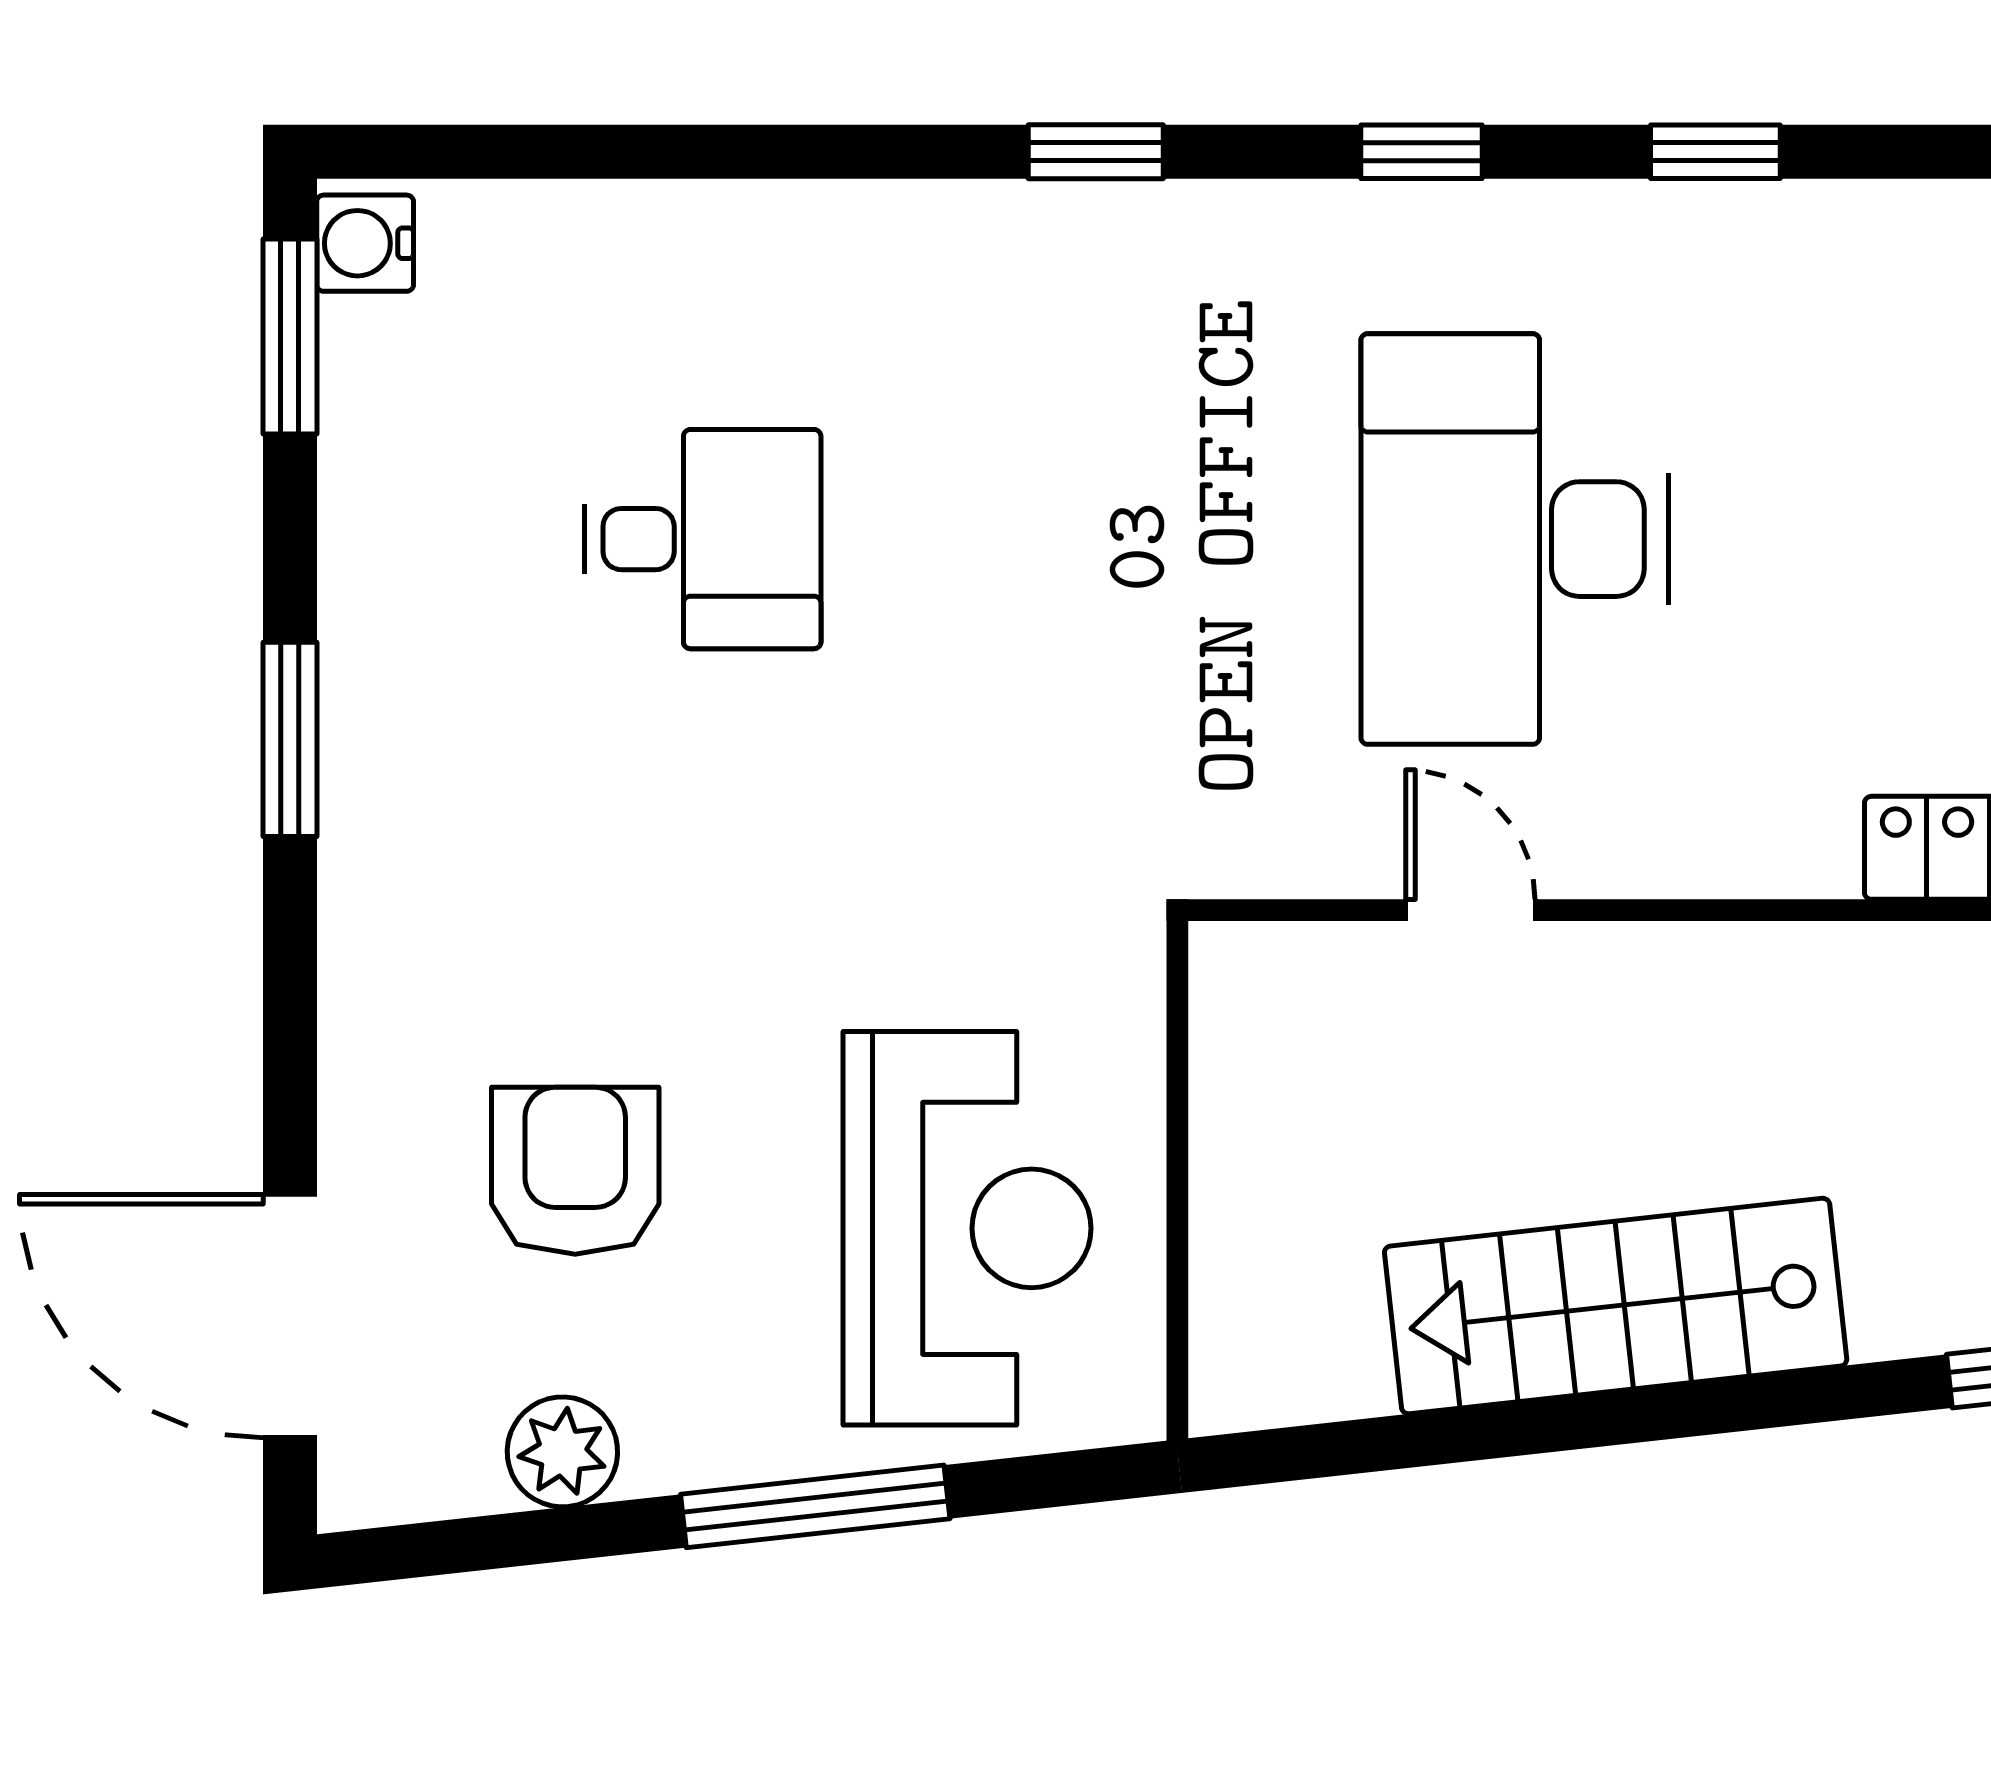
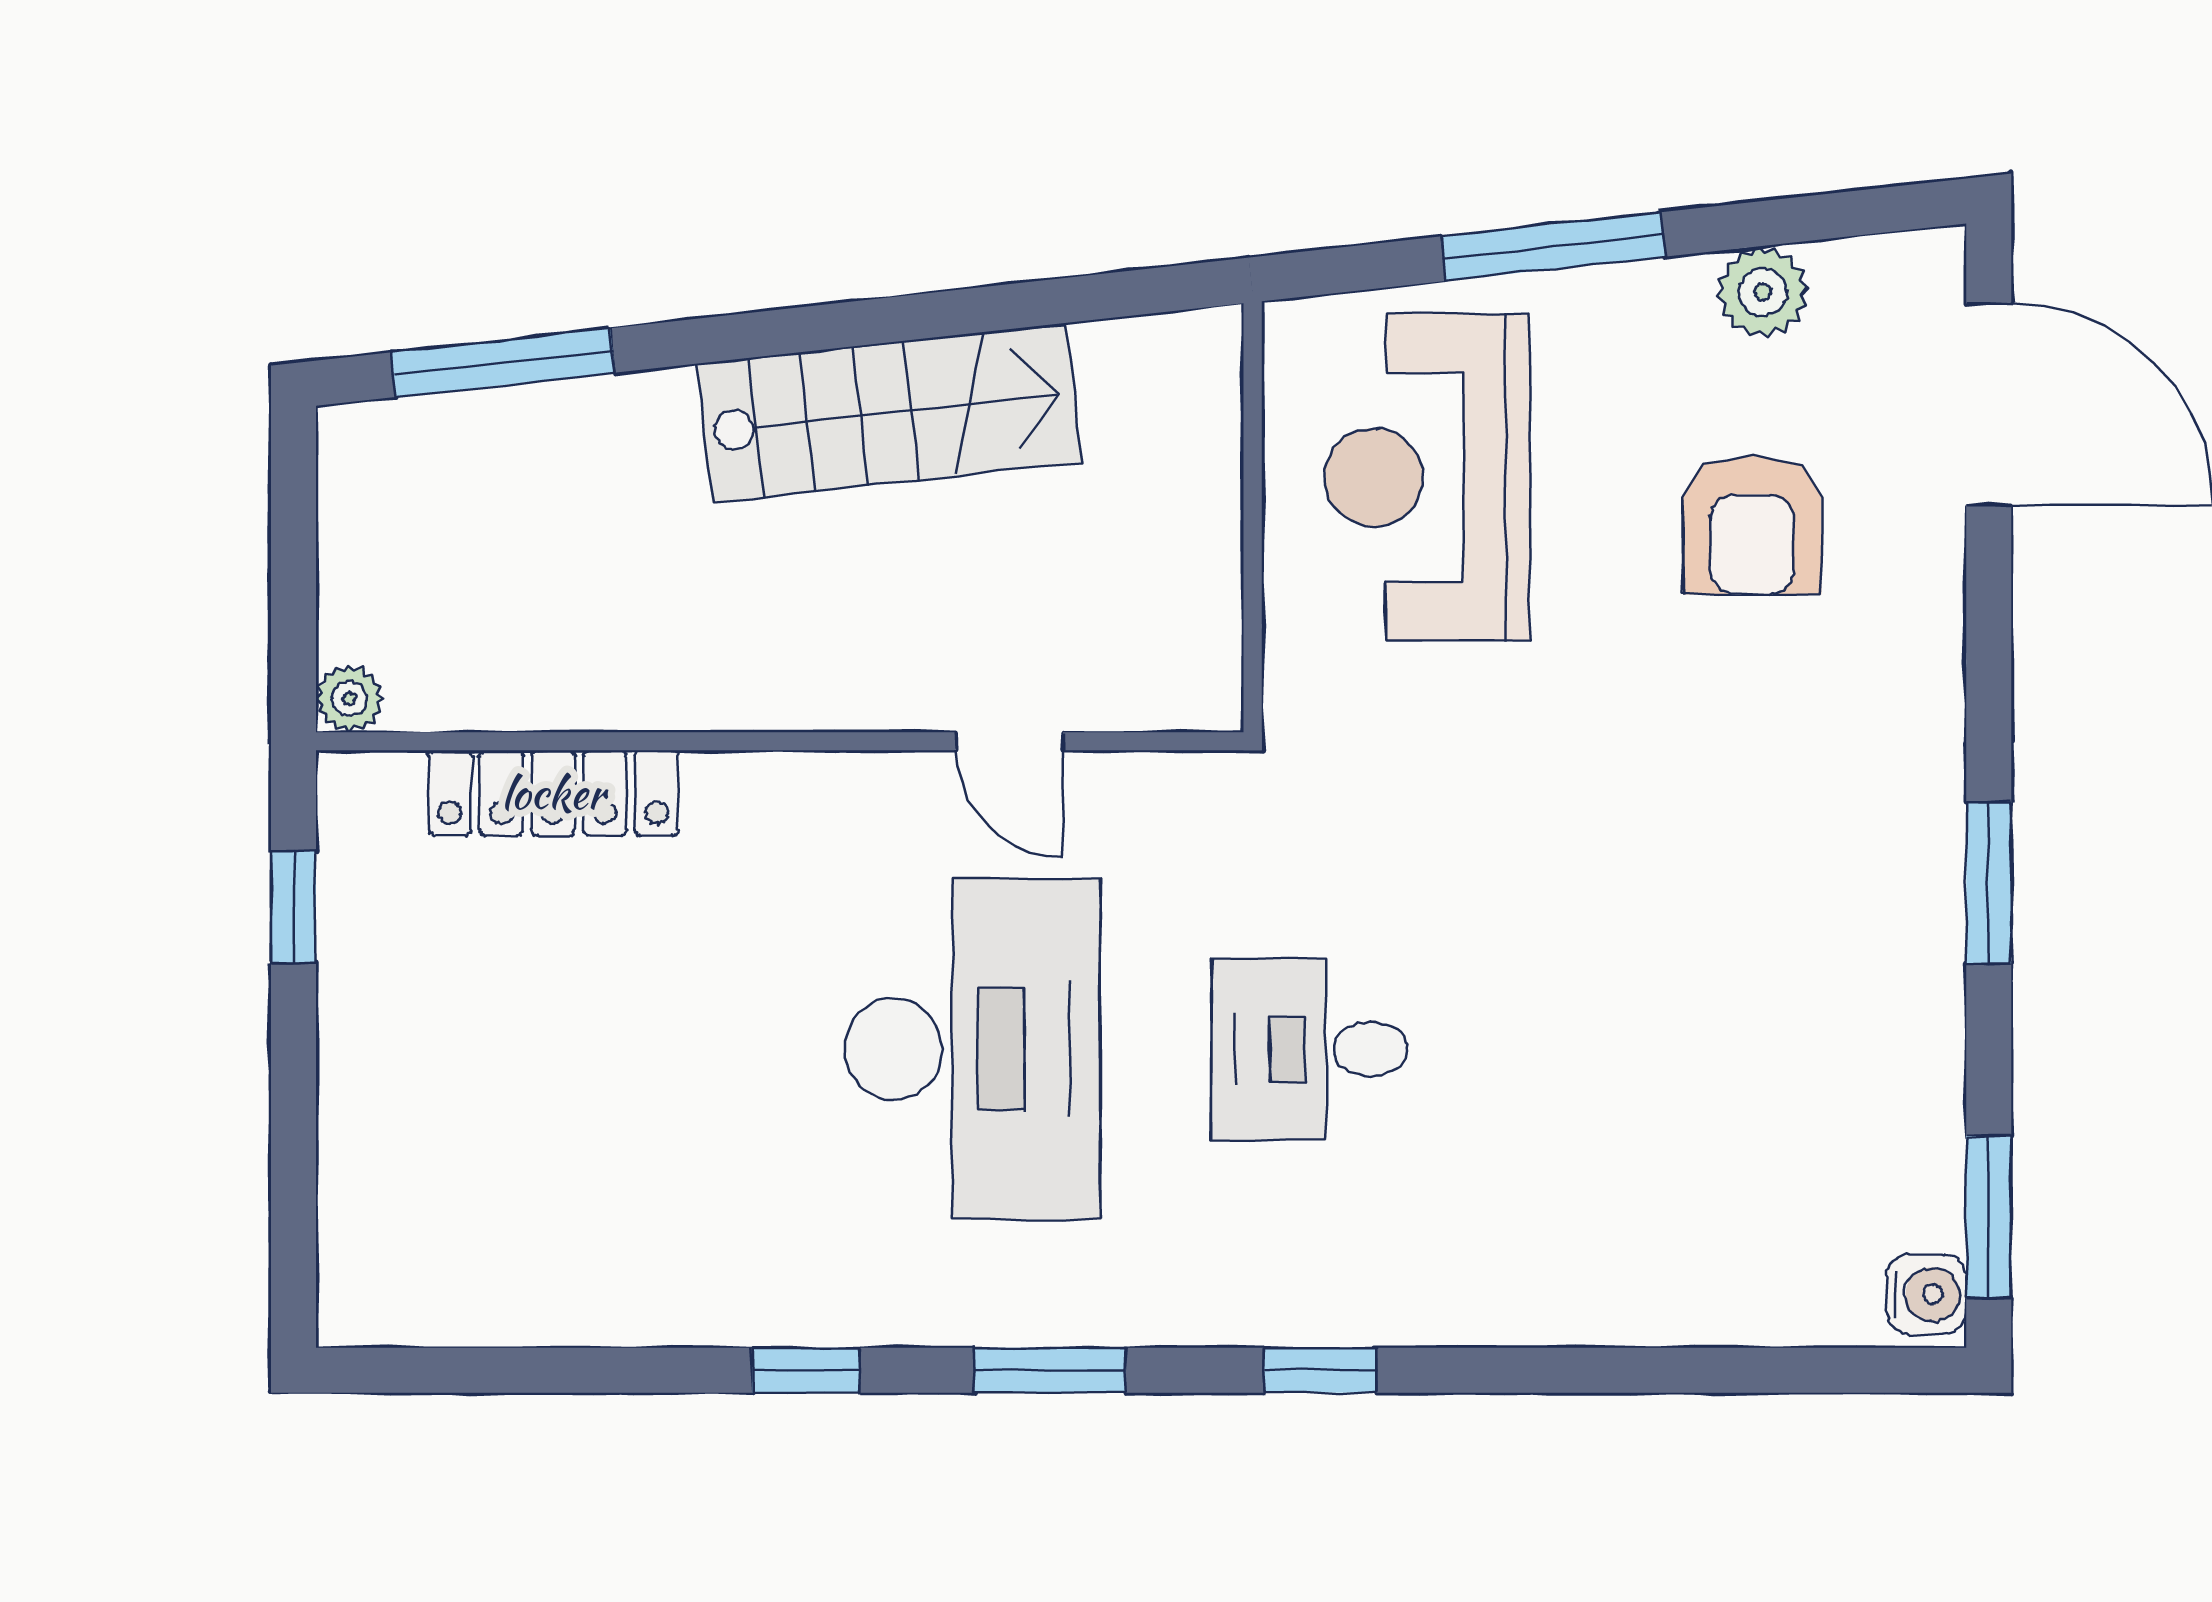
window: (1421, 152) -> (1050, 1370), width x1.50
desk: (702, 539) -> (1310, 1049), moved

